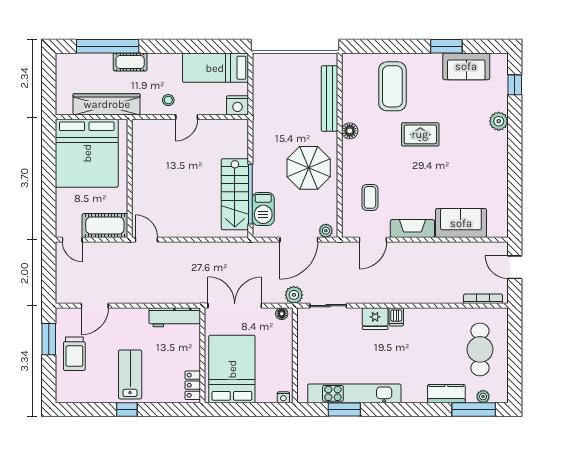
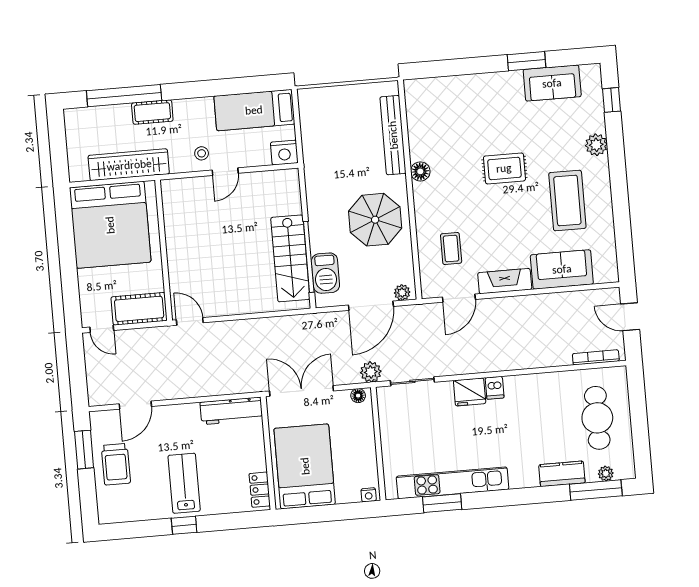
coffee table: (392, 86) -> (567, 200), moved

